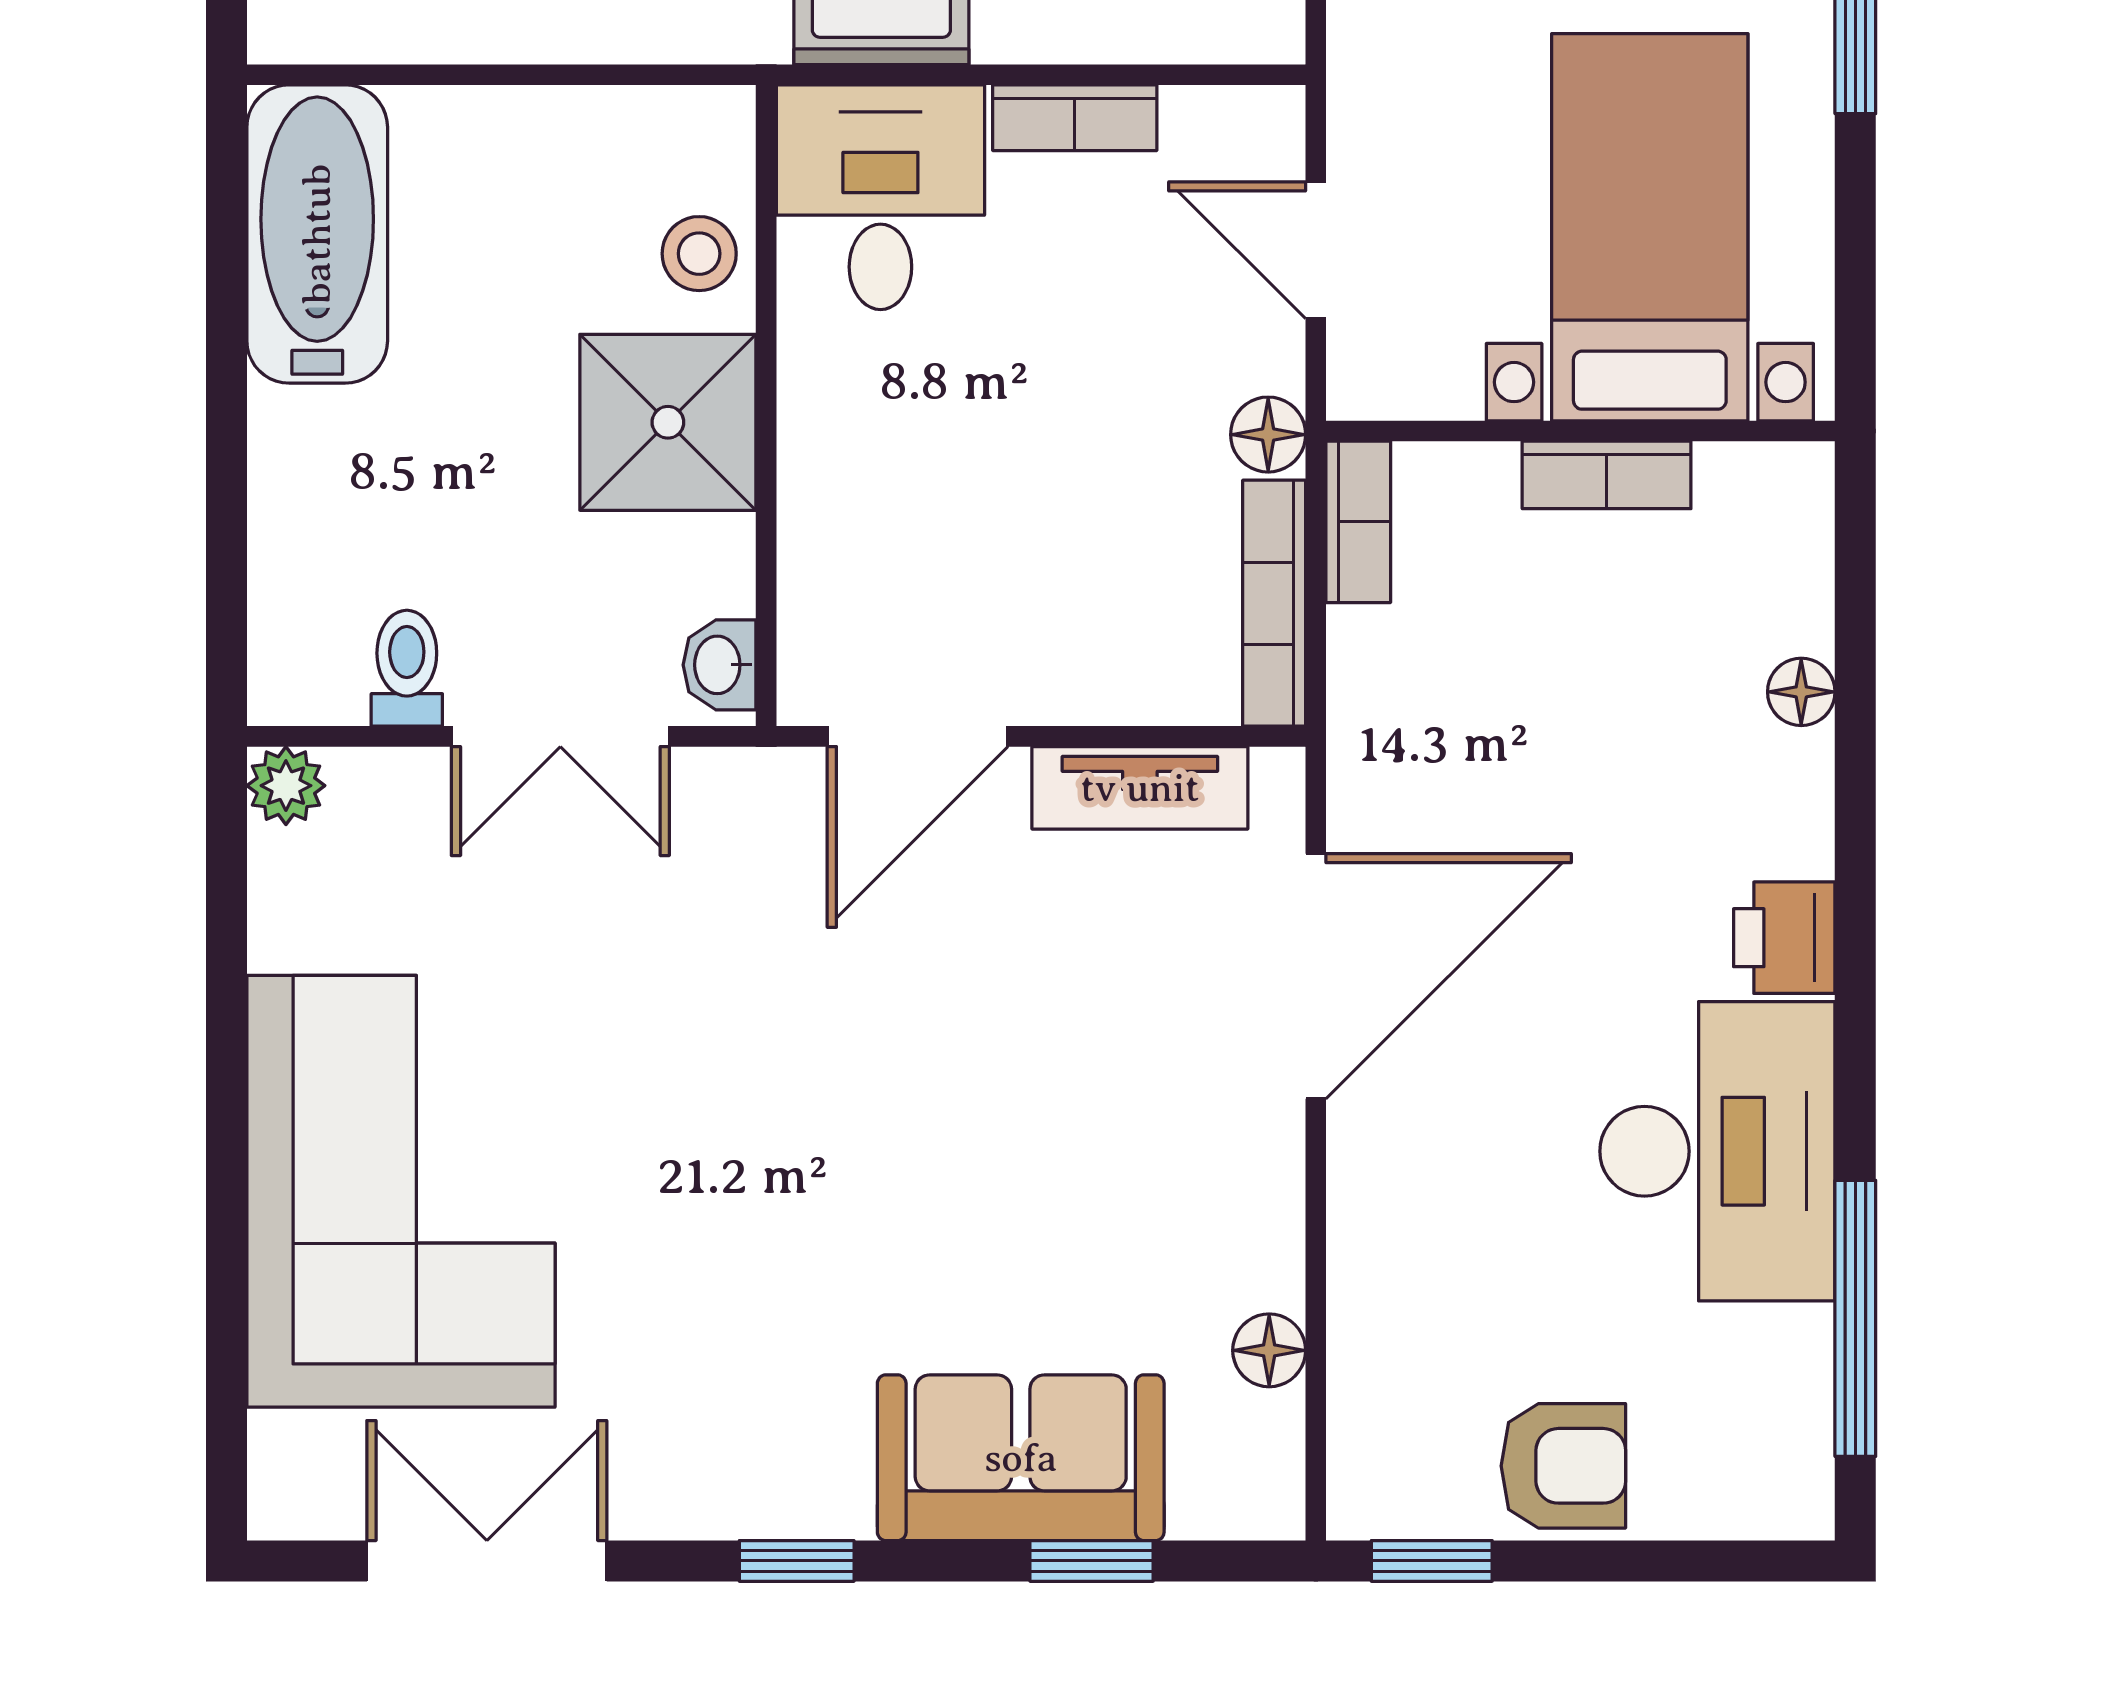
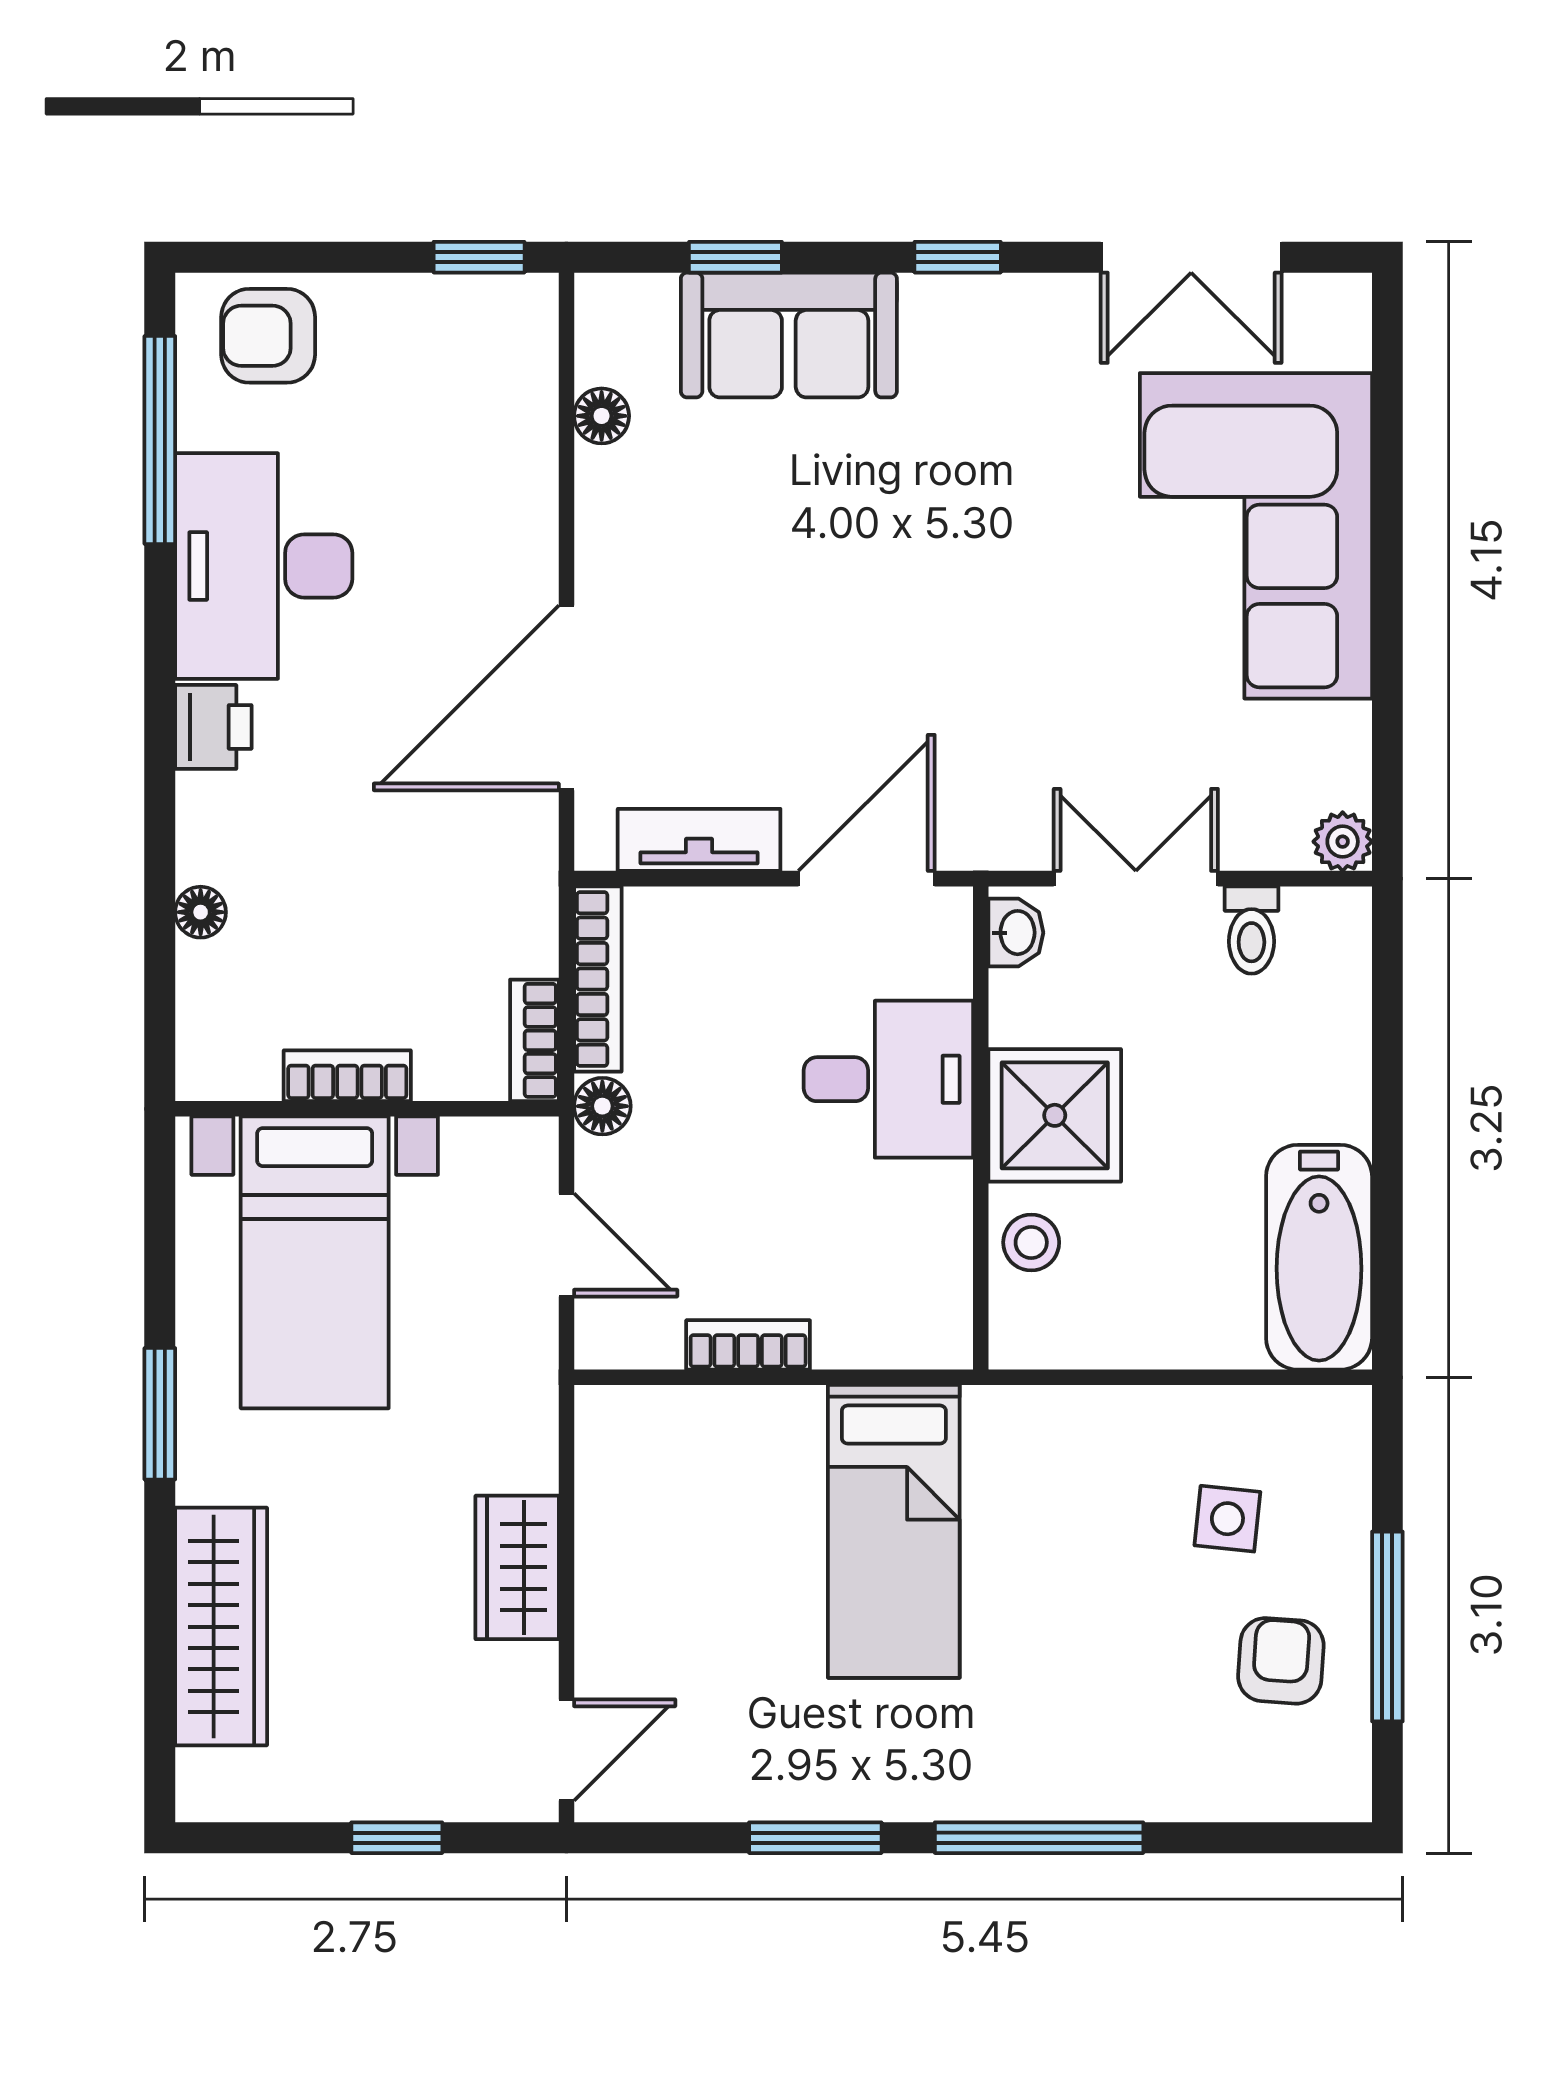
desk: (880, 197) -> (888, 1079), moved, turned -90
armchair: (1563, 1466) -> (268, 336), moved

